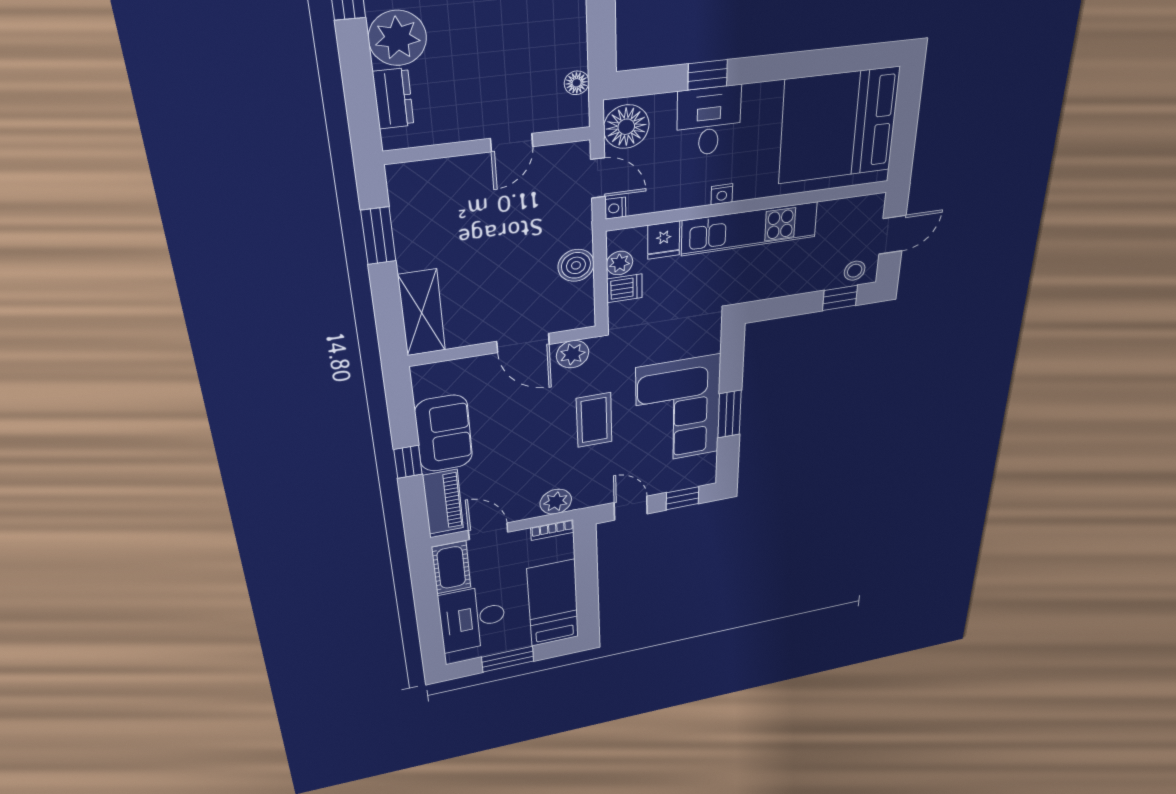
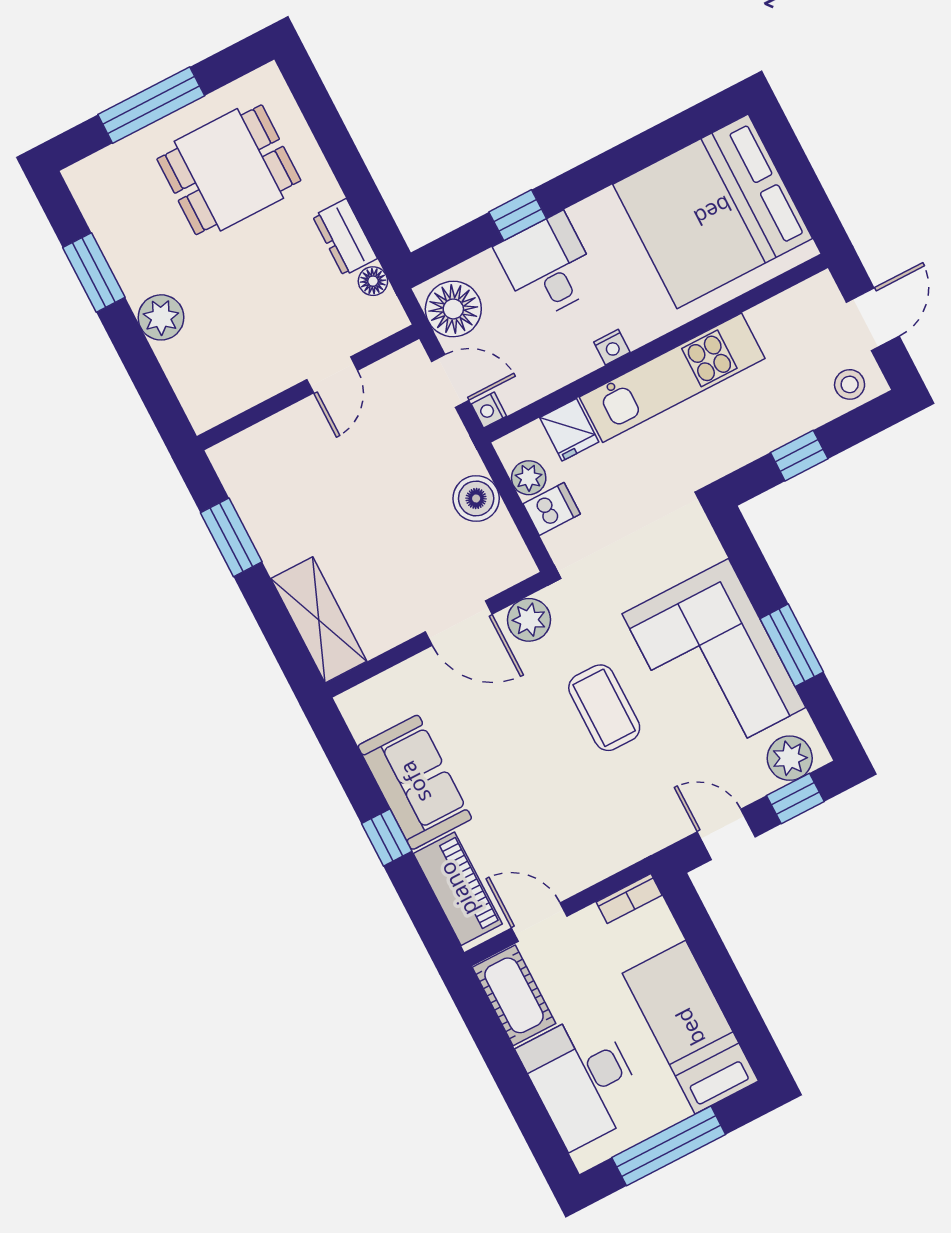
plant: (397, 38) -> (161, 317), width x0.73, depth x0.73
dresser: (393, 98) -> (345, 237), moved, turned 180
window: (840, 298) -> (799, 456), moved
plant: (556, 502) -> (790, 758), moved
window: (508, 659) -> (669, 1146), width x1.44

